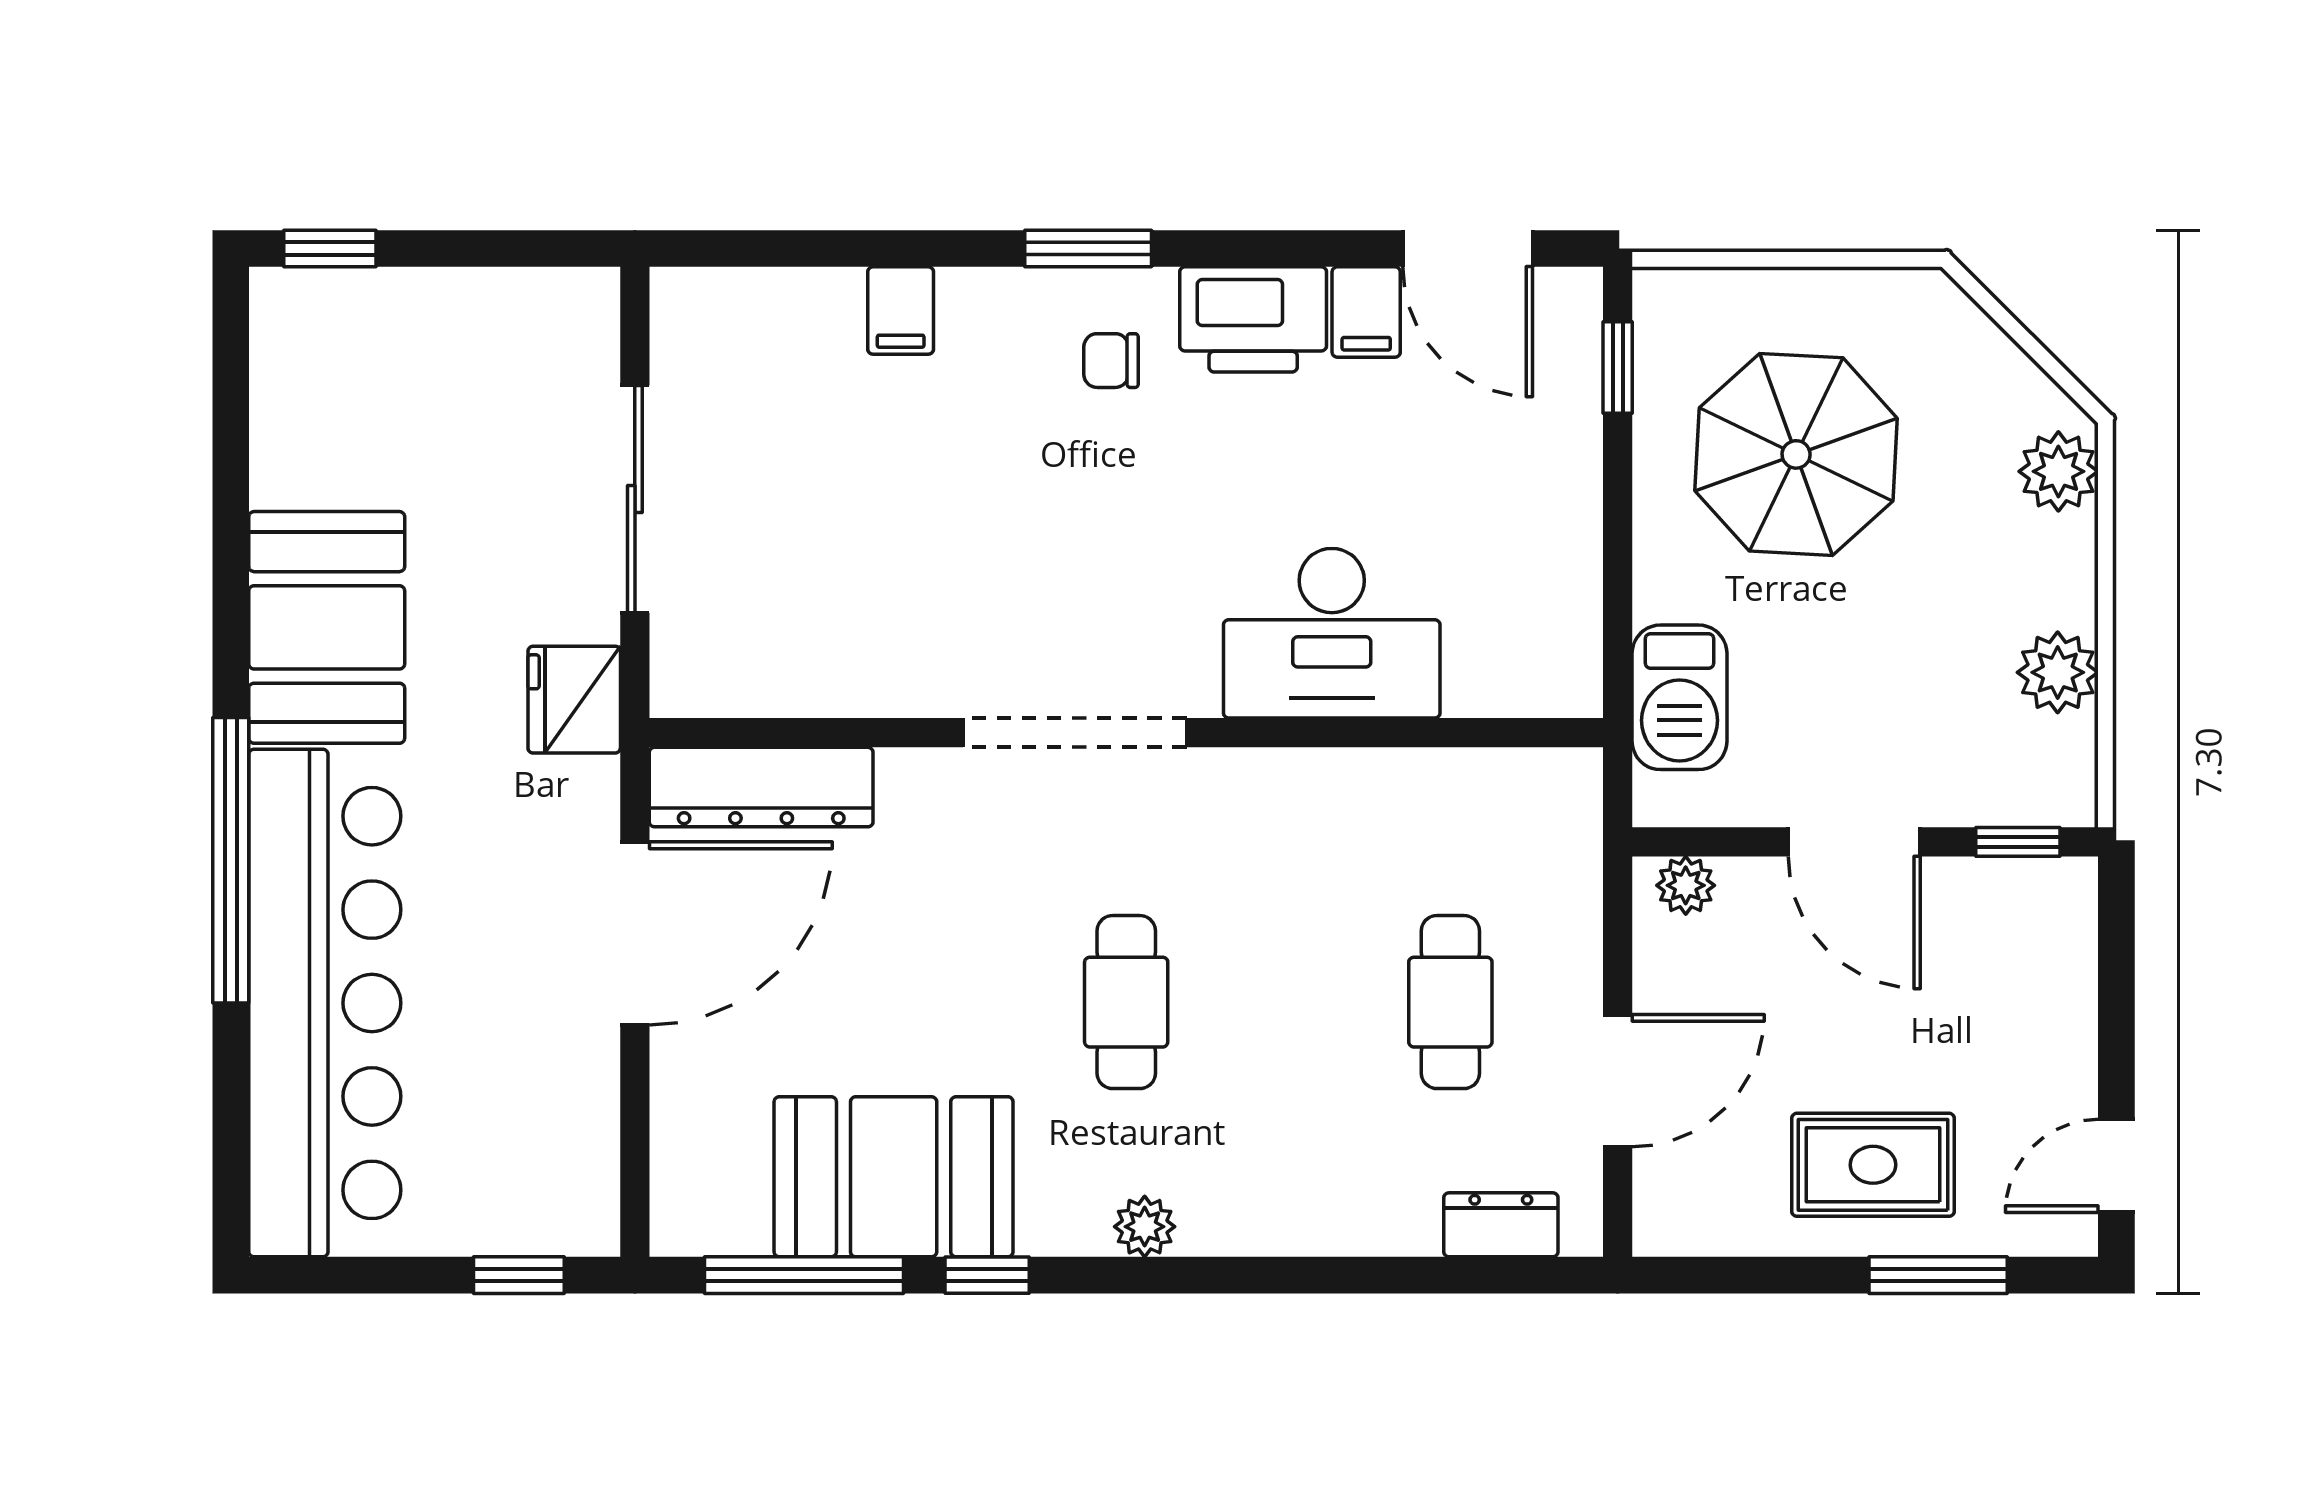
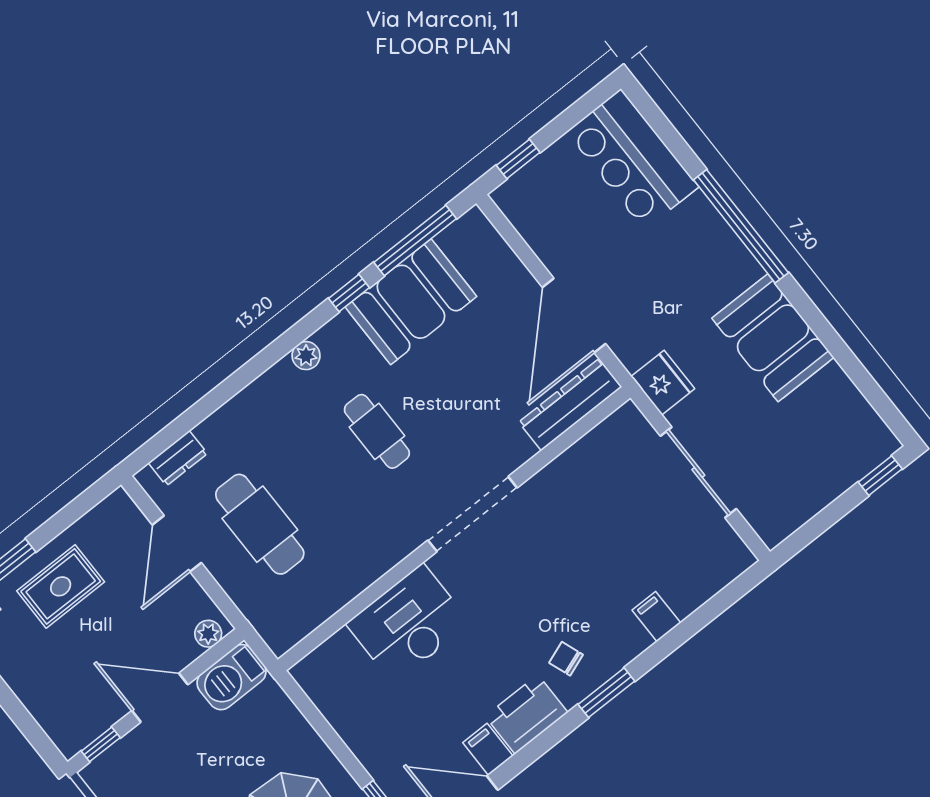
chair: (1111, 361) -> (566, 659), turned -110
barbecue: (1679, 697) -> (232, 677), moved, turned -90
cafe table: (1450, 1002) -> (260, 524), width x1.37, depth x1.35
bar counter: (325, 1003) -> (633, 159), width x0.54

